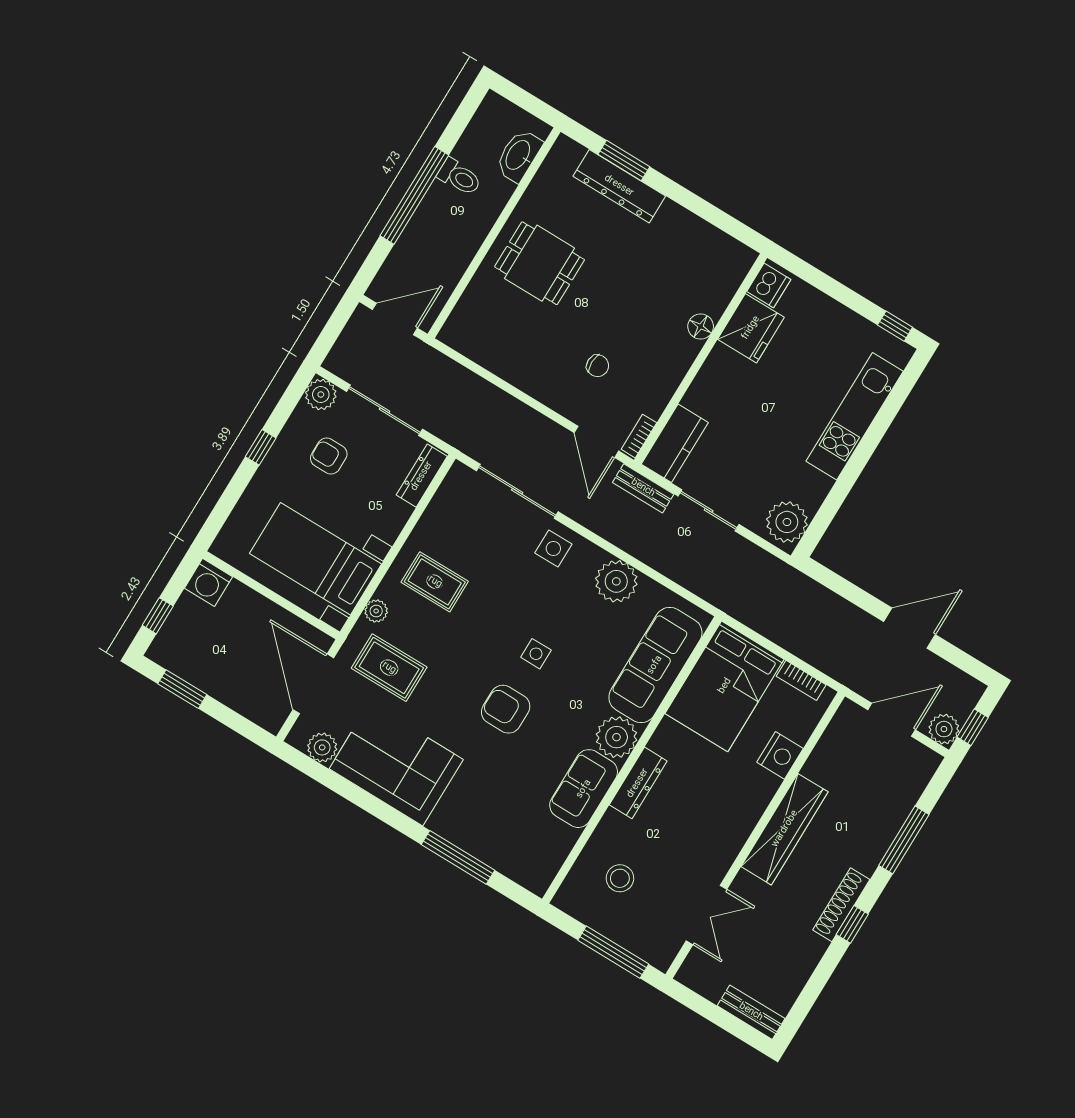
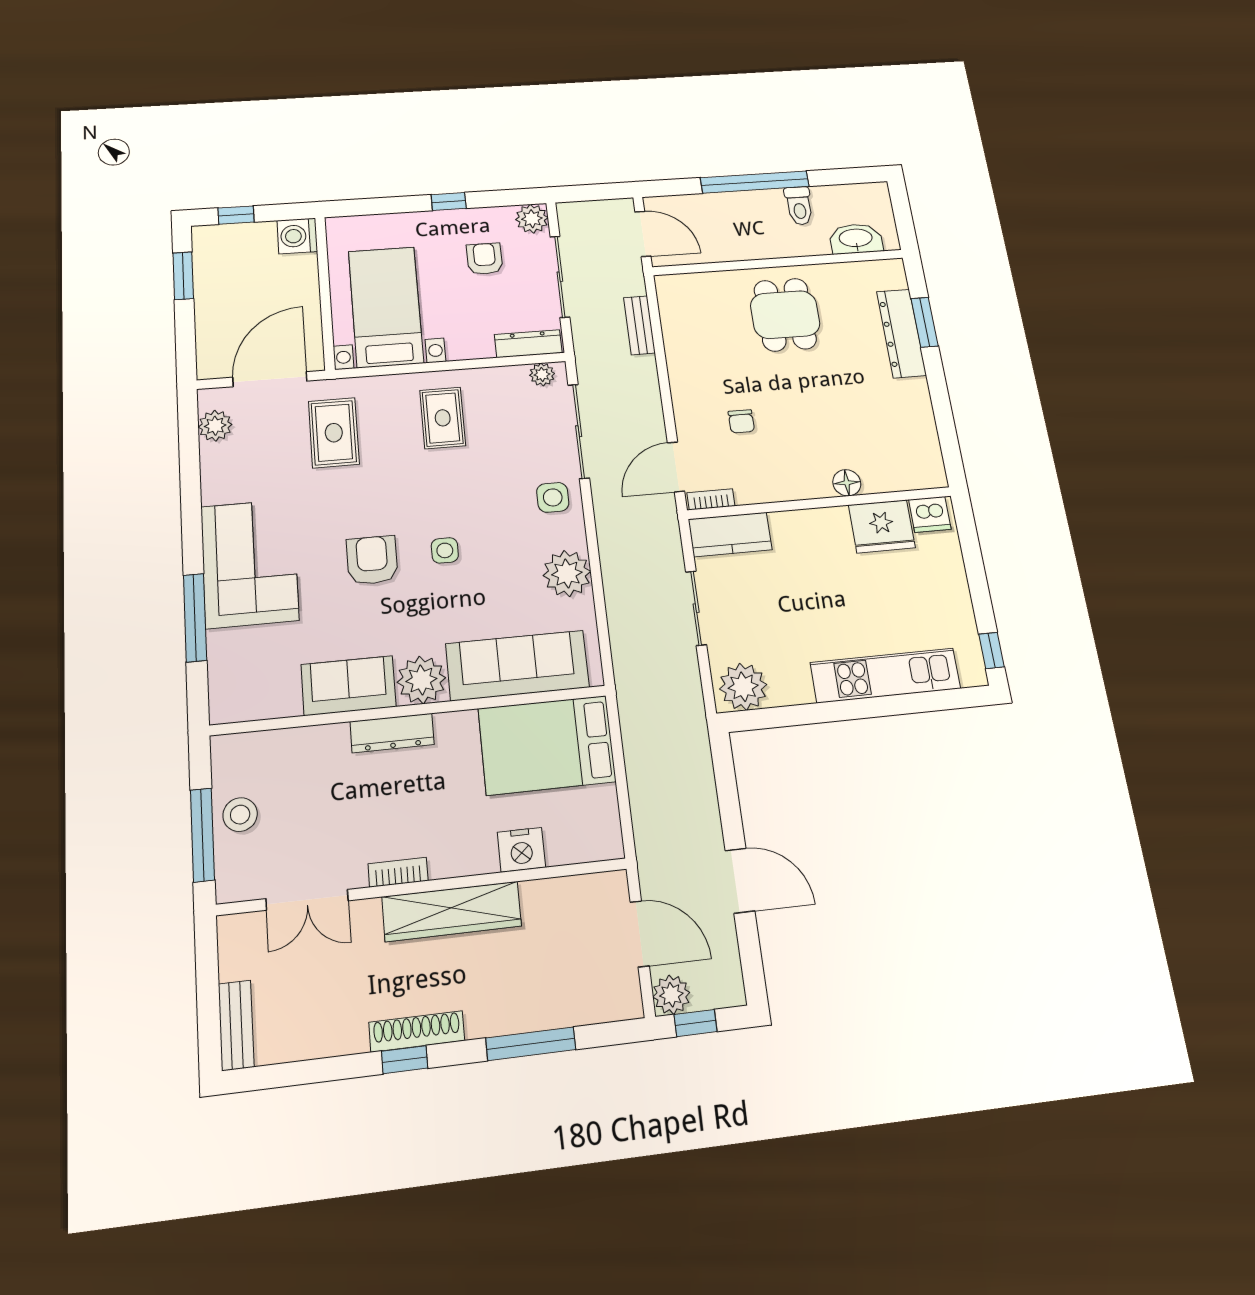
bench: (643, 488) -> (639, 325), moved
plant: (376, 611) -> (542, 374), moved
bookcase: (801, 680) -> (398, 872), moved, turned 90
corner sofa: (396, 764) -> (250, 563), moved
stool: (620, 878) -> (240, 815), moved

